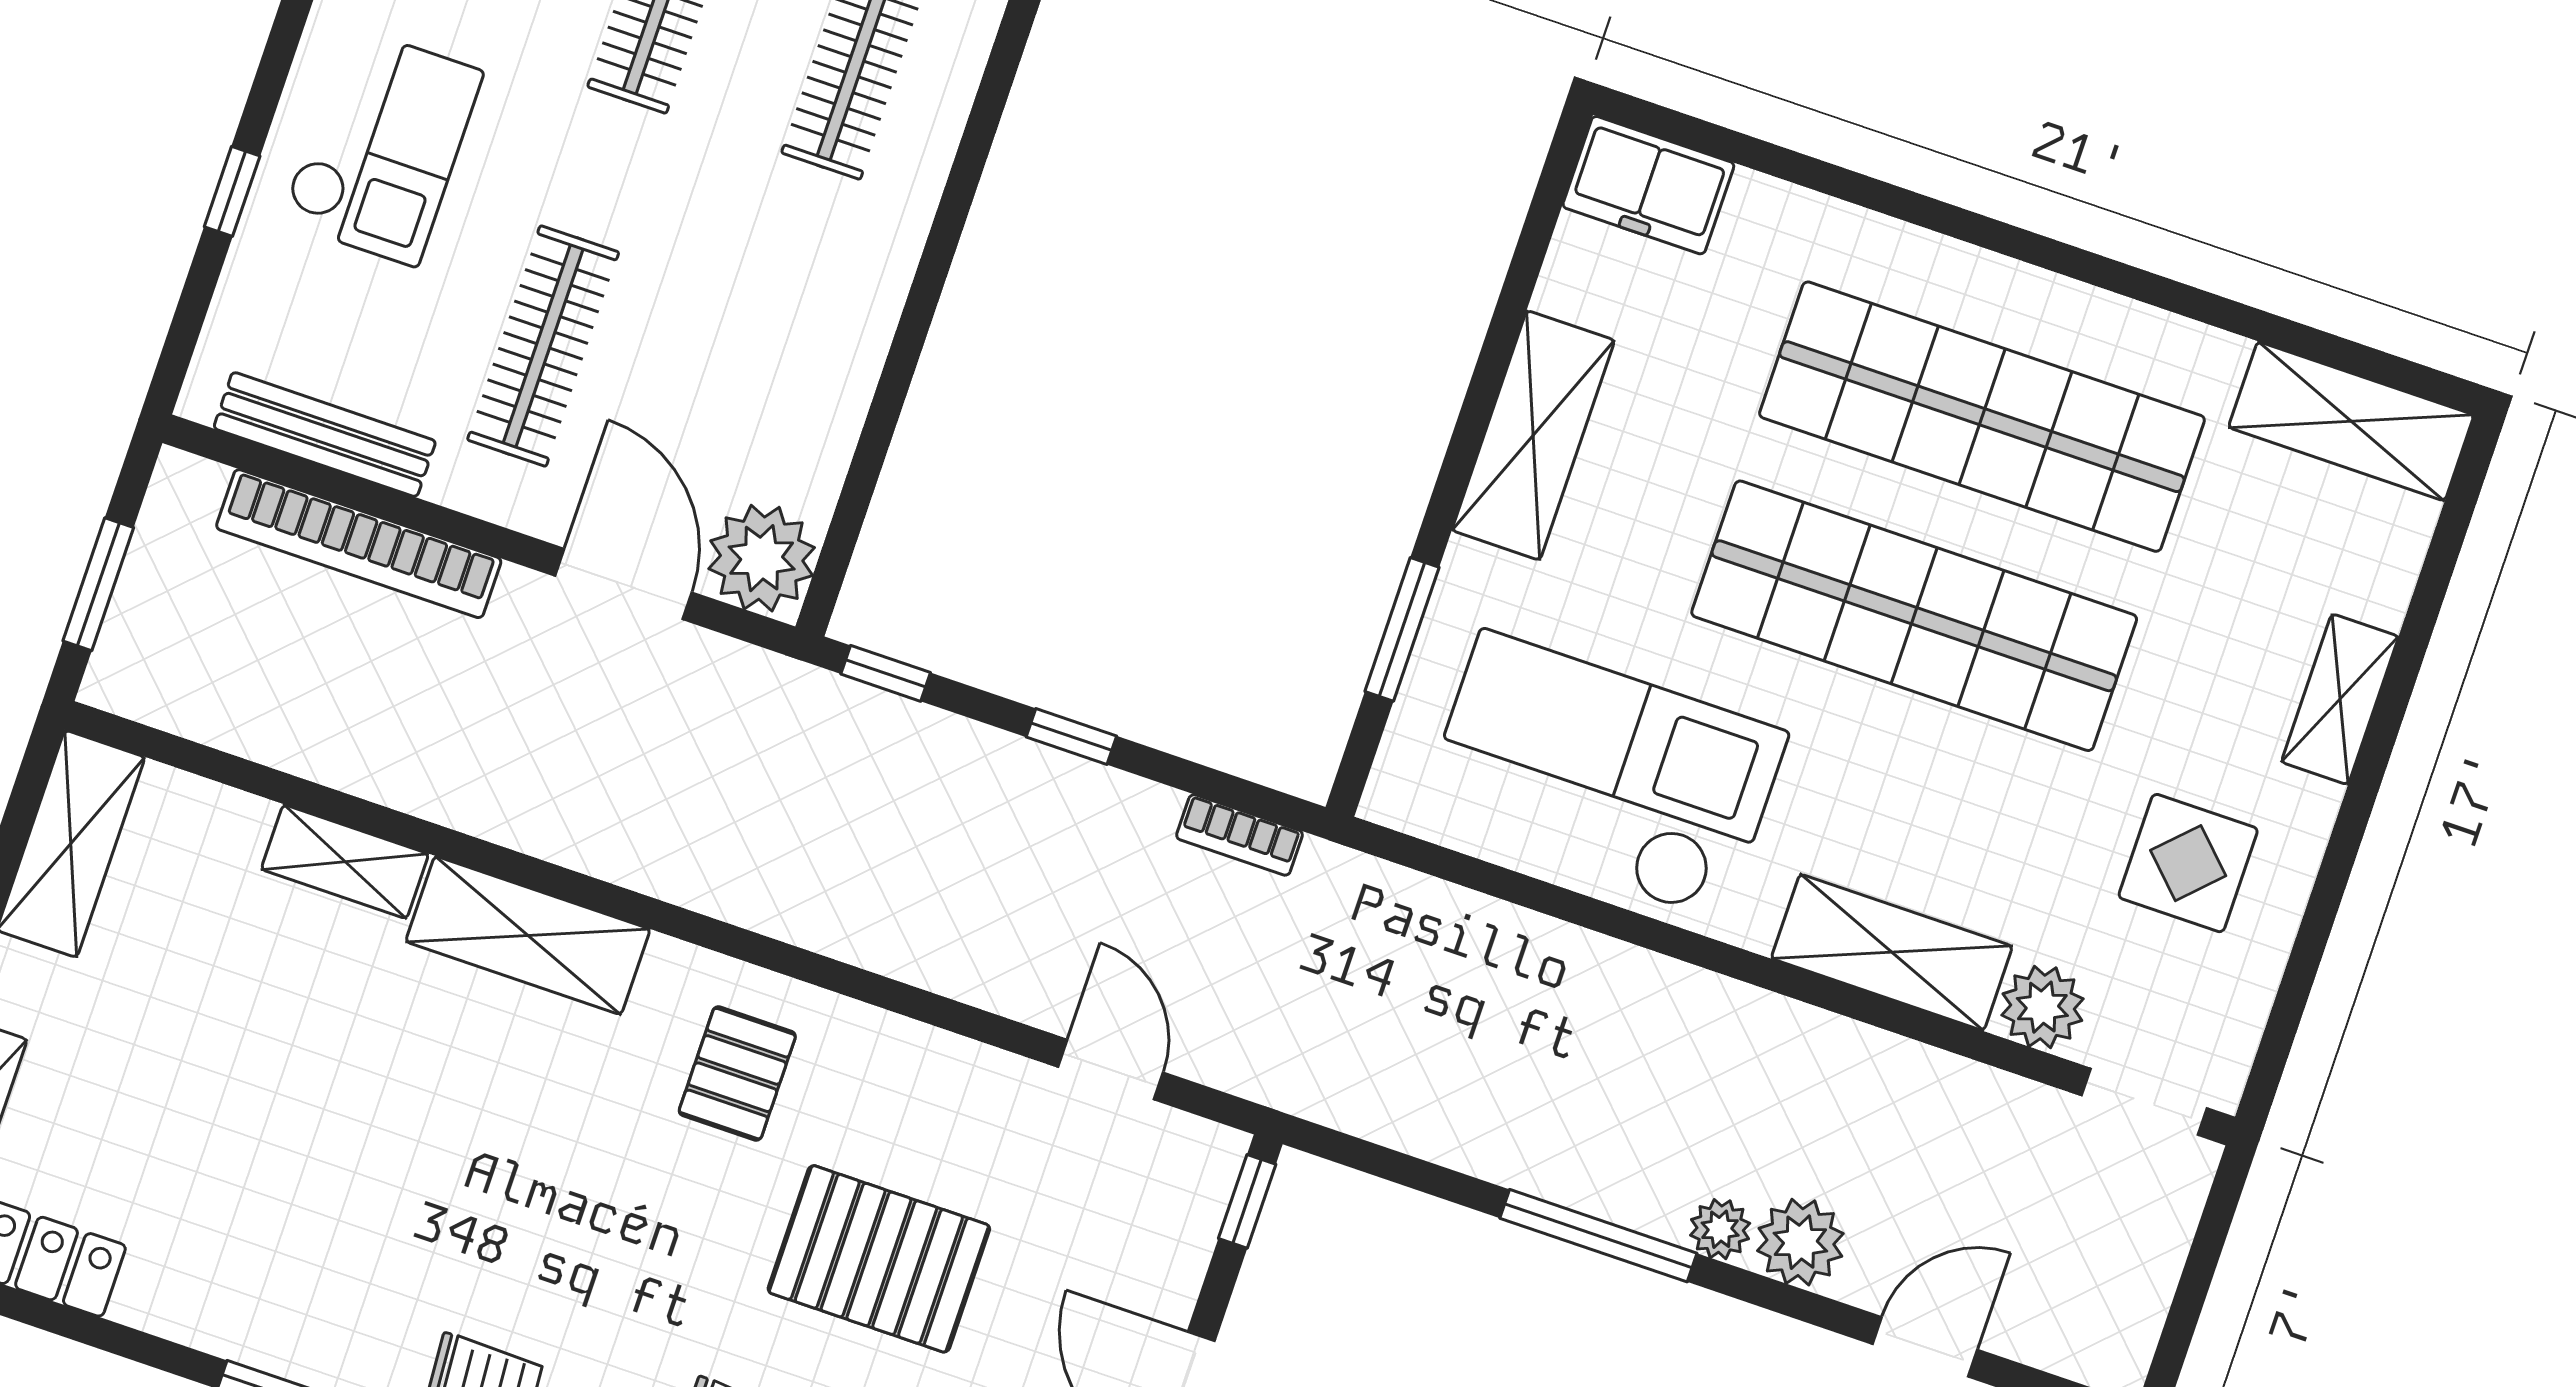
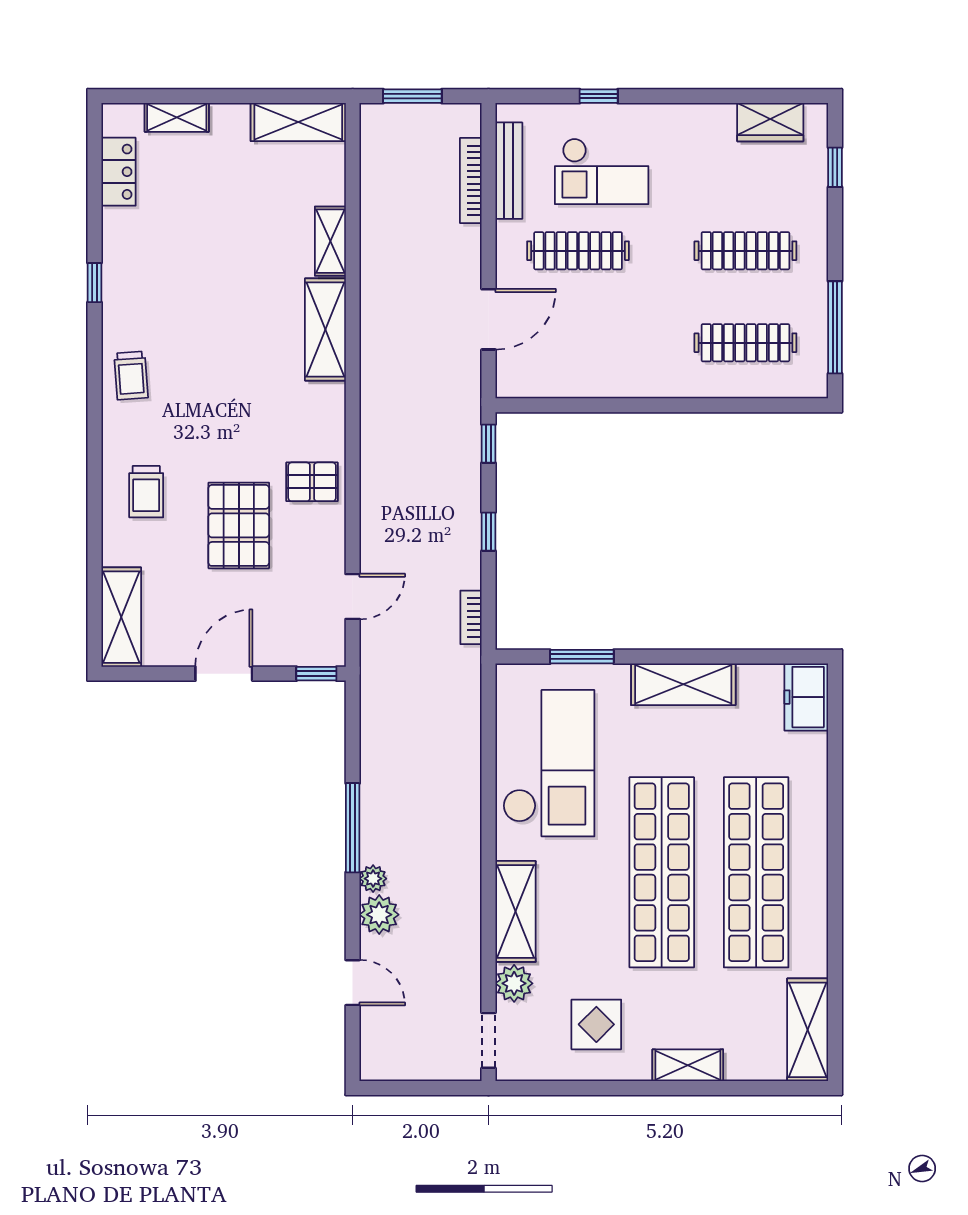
checkout: (382, 146) -> (602, 171), moved
bookcase: (359, 544) -> (471, 180), width x0.68, depth x0.76
plant: (762, 558) -> (520, 374), removed
pallet: (737, 1074) -> (312, 482), moved

